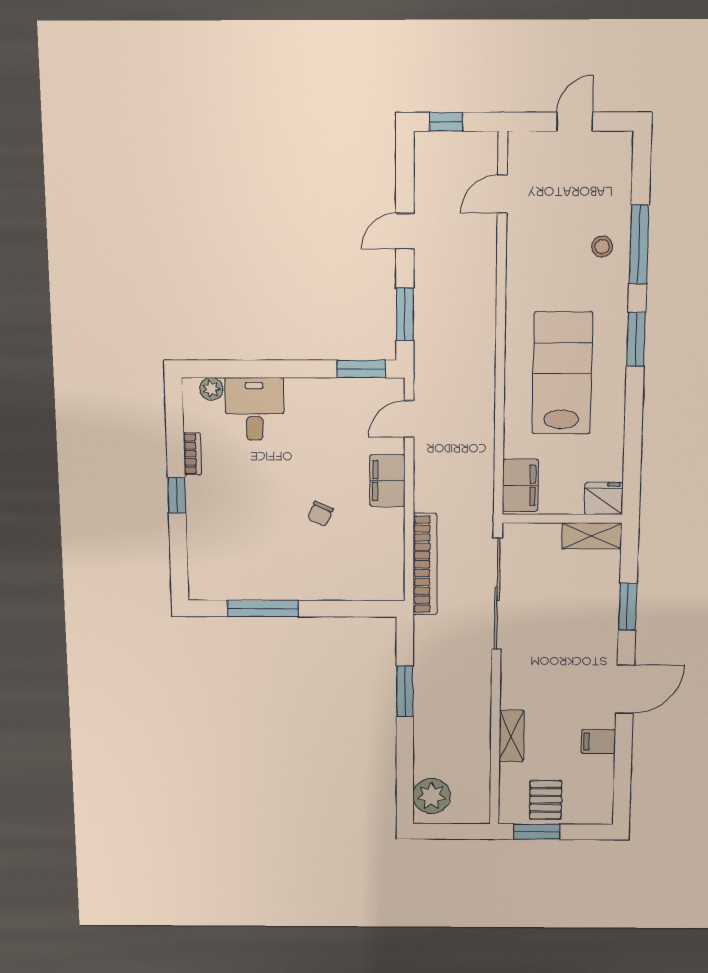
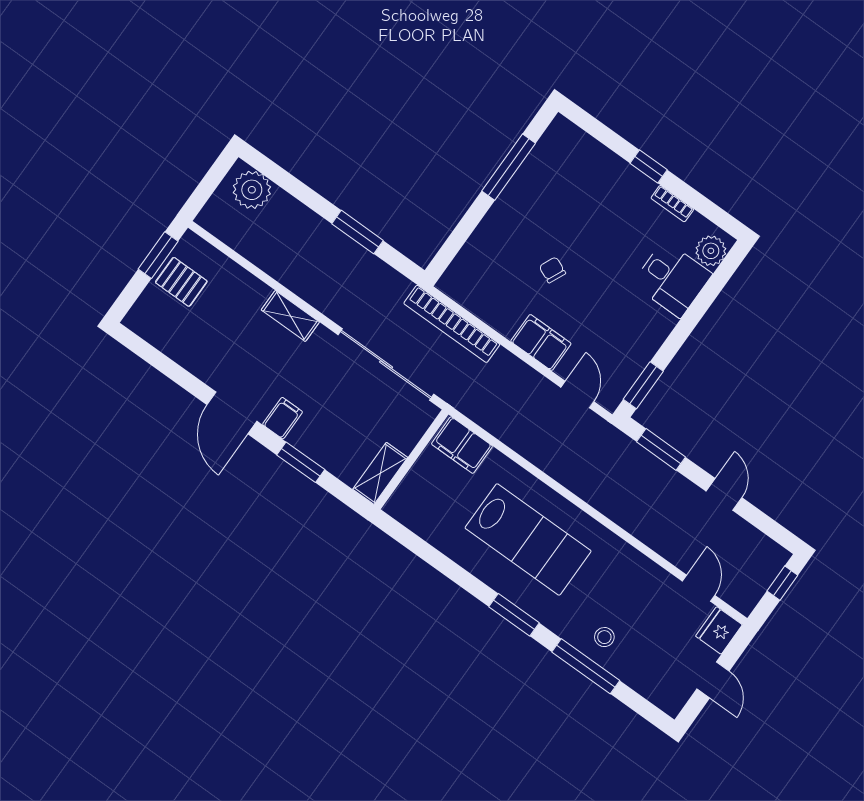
plant: (211, 389) -> (711, 251), width x1.38, depth x1.38
fridge: (604, 499) -> (719, 630), moved, turned 180
shelving: (511, 736) -> (290, 316), moved
filing cabinet: (598, 742) -> (283, 418), moved

